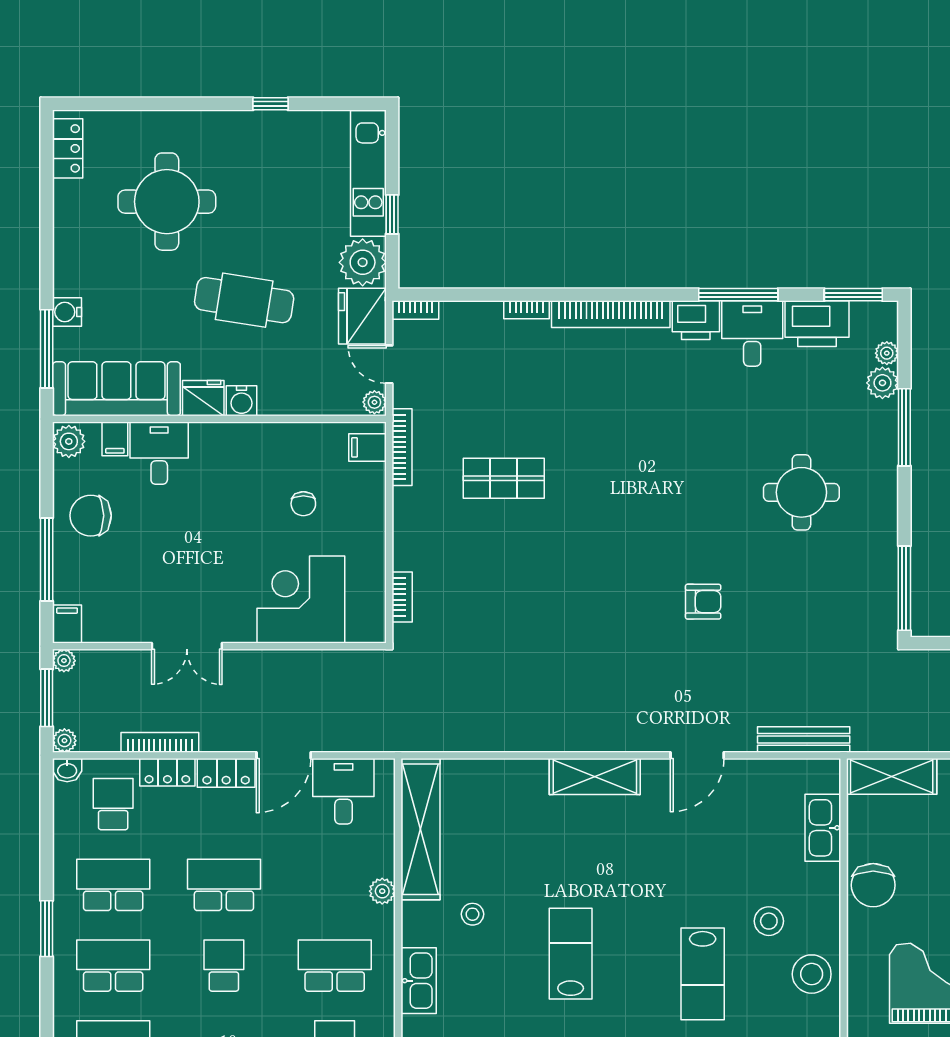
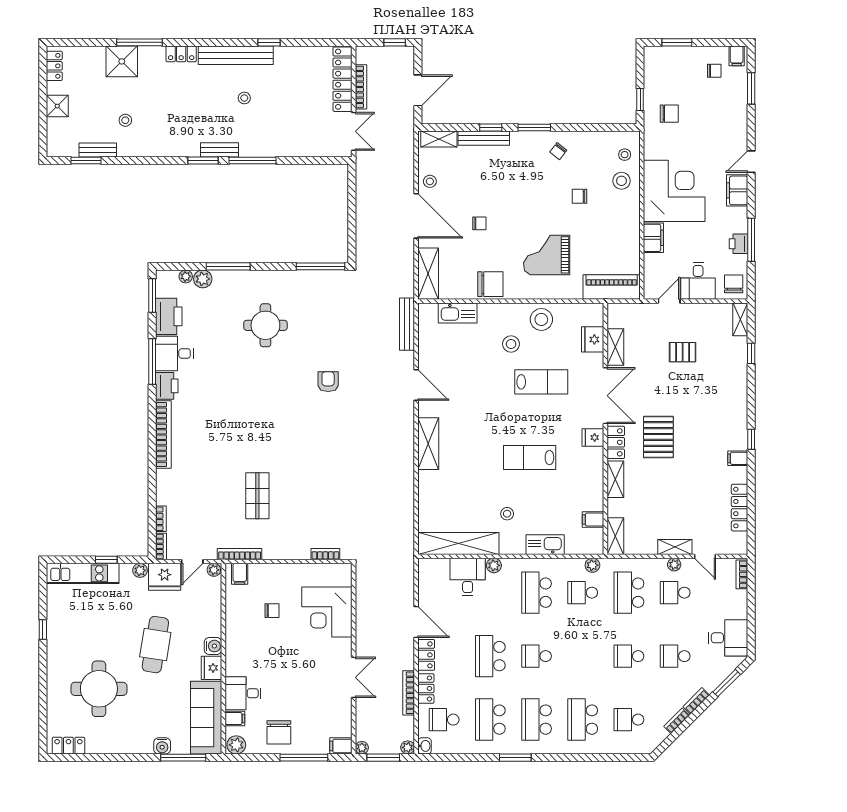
plant: (363, 262) -> (140, 570), width x0.53, depth x0.53
bookcase: (527, 310) -> (161, 519), moved
desk: (343, 791) -> (468, 577), moved, turned 90

